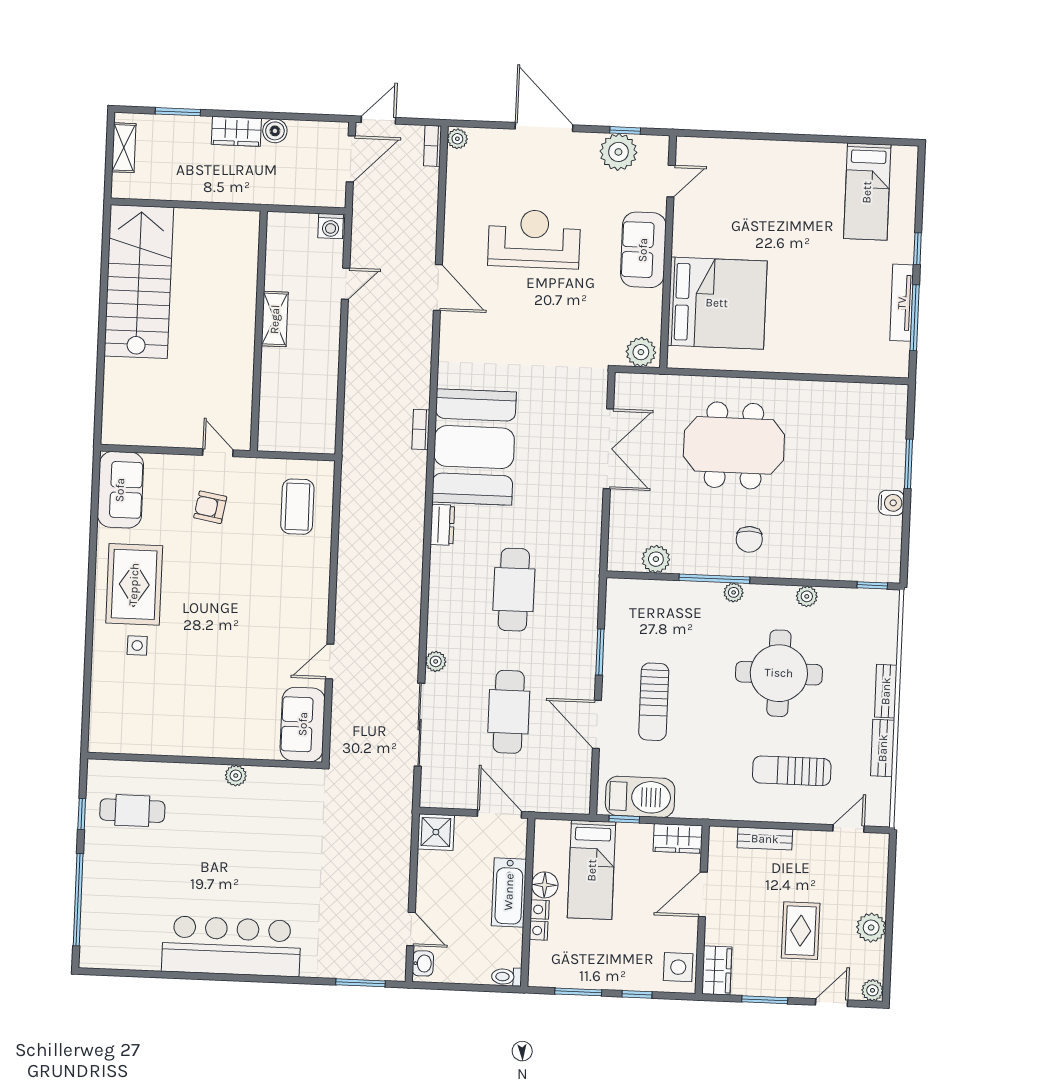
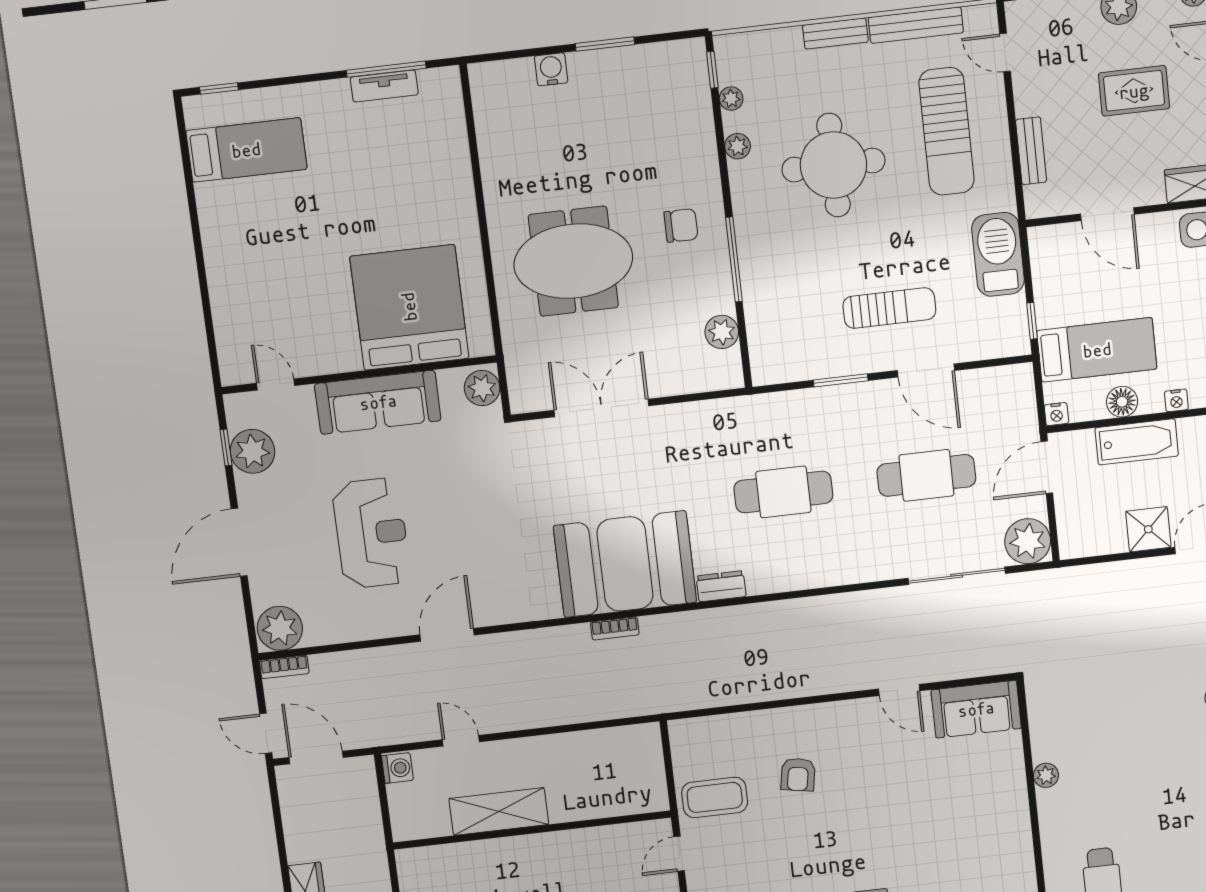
boiler: (275, 131) -> (299, 848), removed
plant: (457, 139) -> (280, 628), width x1.88, depth x1.88
reception desk: (534, 239) -> (371, 533), turned 180
window: (917, 249) -> (219, 89), moved
sofa: (643, 250) -> (378, 402), width x1.36
tv unit: (902, 303) -> (384, 86), width x0.71
shelving: (275, 319) -> (499, 811), width x1.50, depth x1.33
meeting table: (734, 445) -> (573, 261), turned 90
window: (908, 464) -> (605, 44), moved
water cooler: (891, 503) -> (551, 69), moved
armchair: (210, 507) -> (798, 775), moved
coffee table: (297, 507) -> (715, 797), moved
plant: (734, 592) -> (731, 99), moved
plant: (436, 661) -> (1028, 541), moved, width x1.88, depth x1.88
door: (597, 724) -> (926, 370), hinge flipped
bench: (883, 748) -> (916, 25), width x1.36
sun lounger: (792, 771) -> (946, 131), width x1.36, depth x1.34
barbecue: (640, 797) -> (998, 254), moved
shower: (436, 832) -> (1148, 529), moved
wardrobe: (678, 838) -> (1046, 254), removed
nightstand: (540, 909) -> (1056, 414), moved

